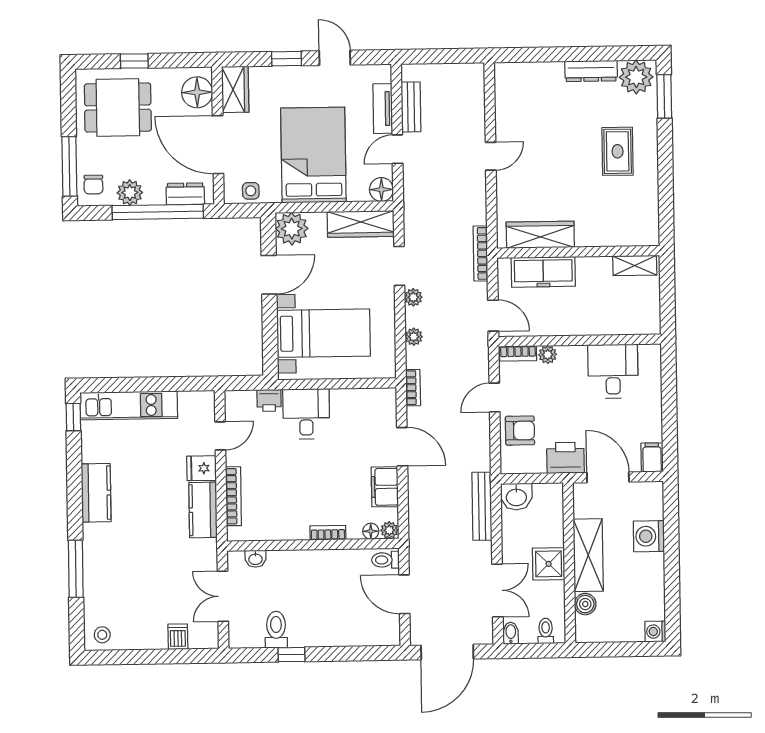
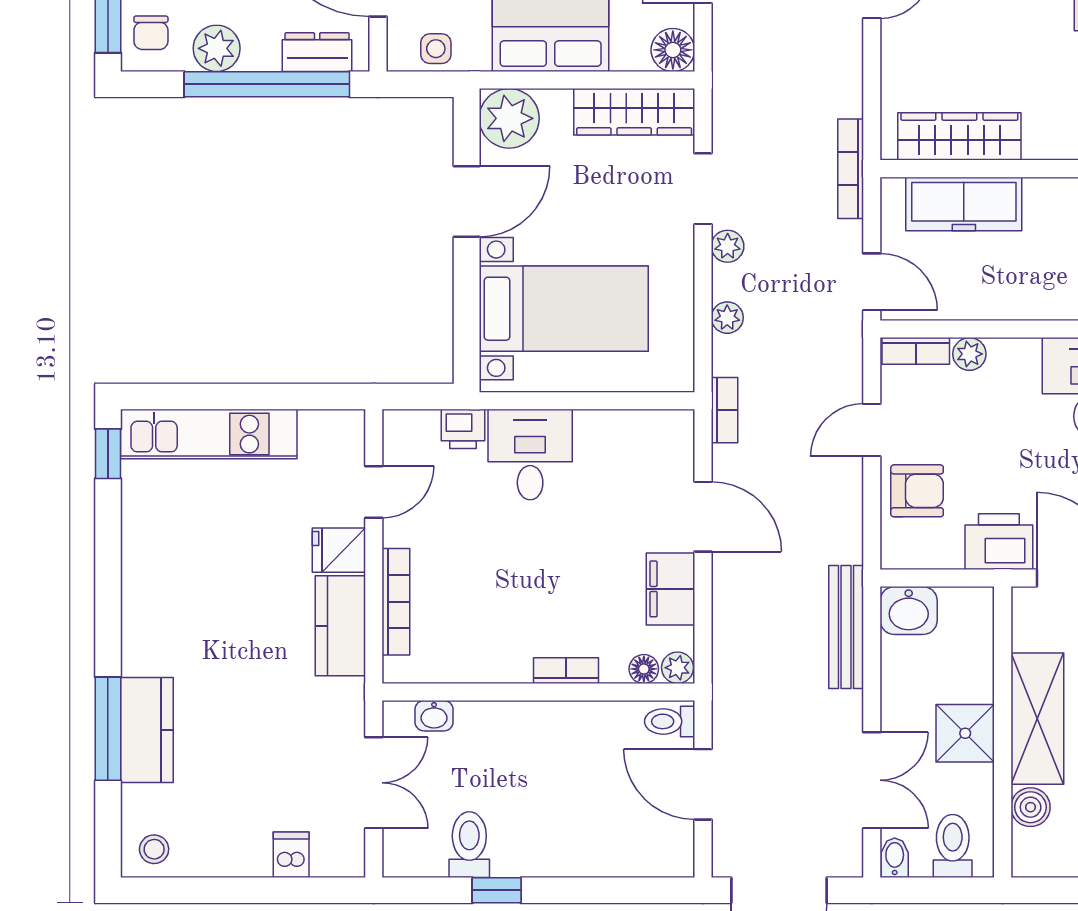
kitchen counter: (96, 493) -> (147, 730), moved
double door: (223, 596) -> (374, 783), swing flipped
toilet: (546, 631) -> (953, 846), width x1.37, depth x1.39

